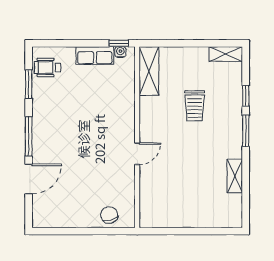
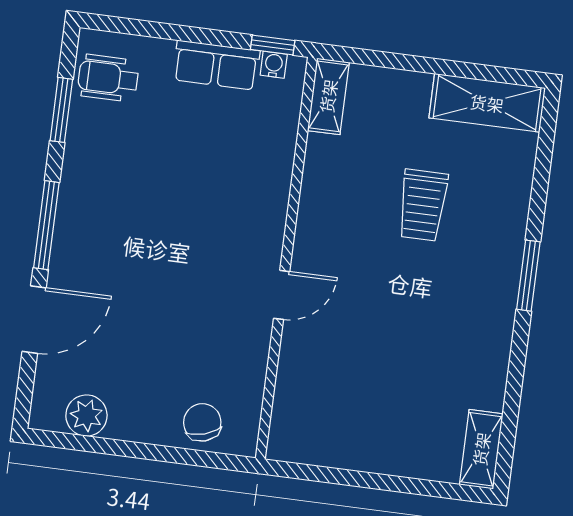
shelving: (226, 54) -> (487, 103), width x1.50, depth x1.33
shelving: (149, 71) -> (328, 96), width x0.67, depth x0.75
window: (246, 96) -> (539, 198), removed
shelving: (235, 176) -> (481, 449), moved
plant: (57, 219) -> (86, 416), added

